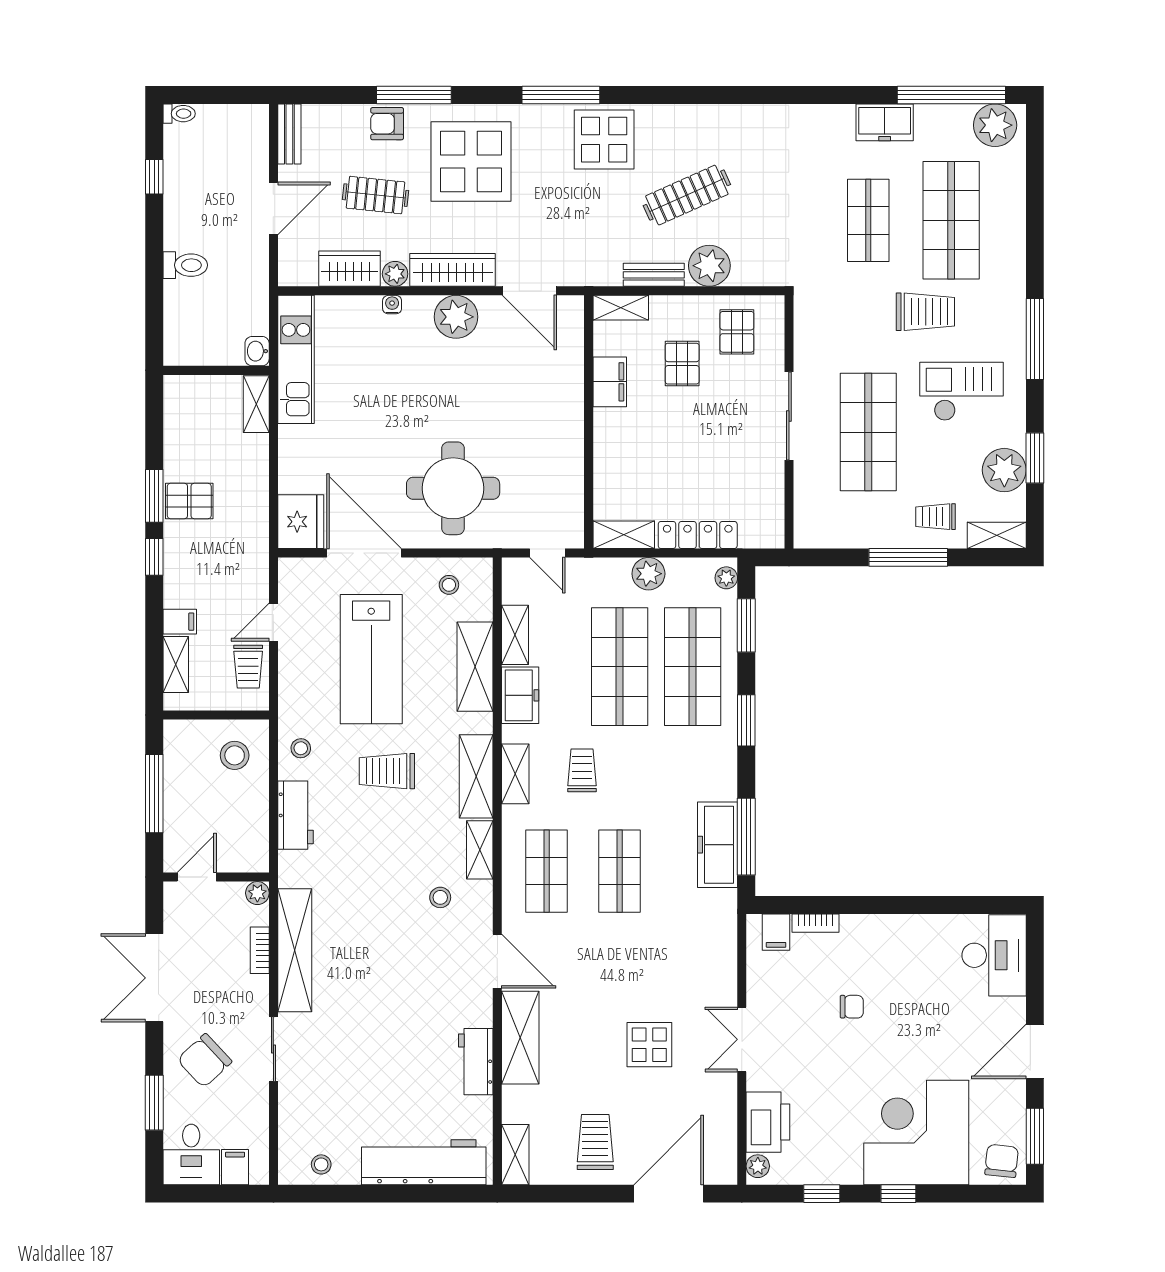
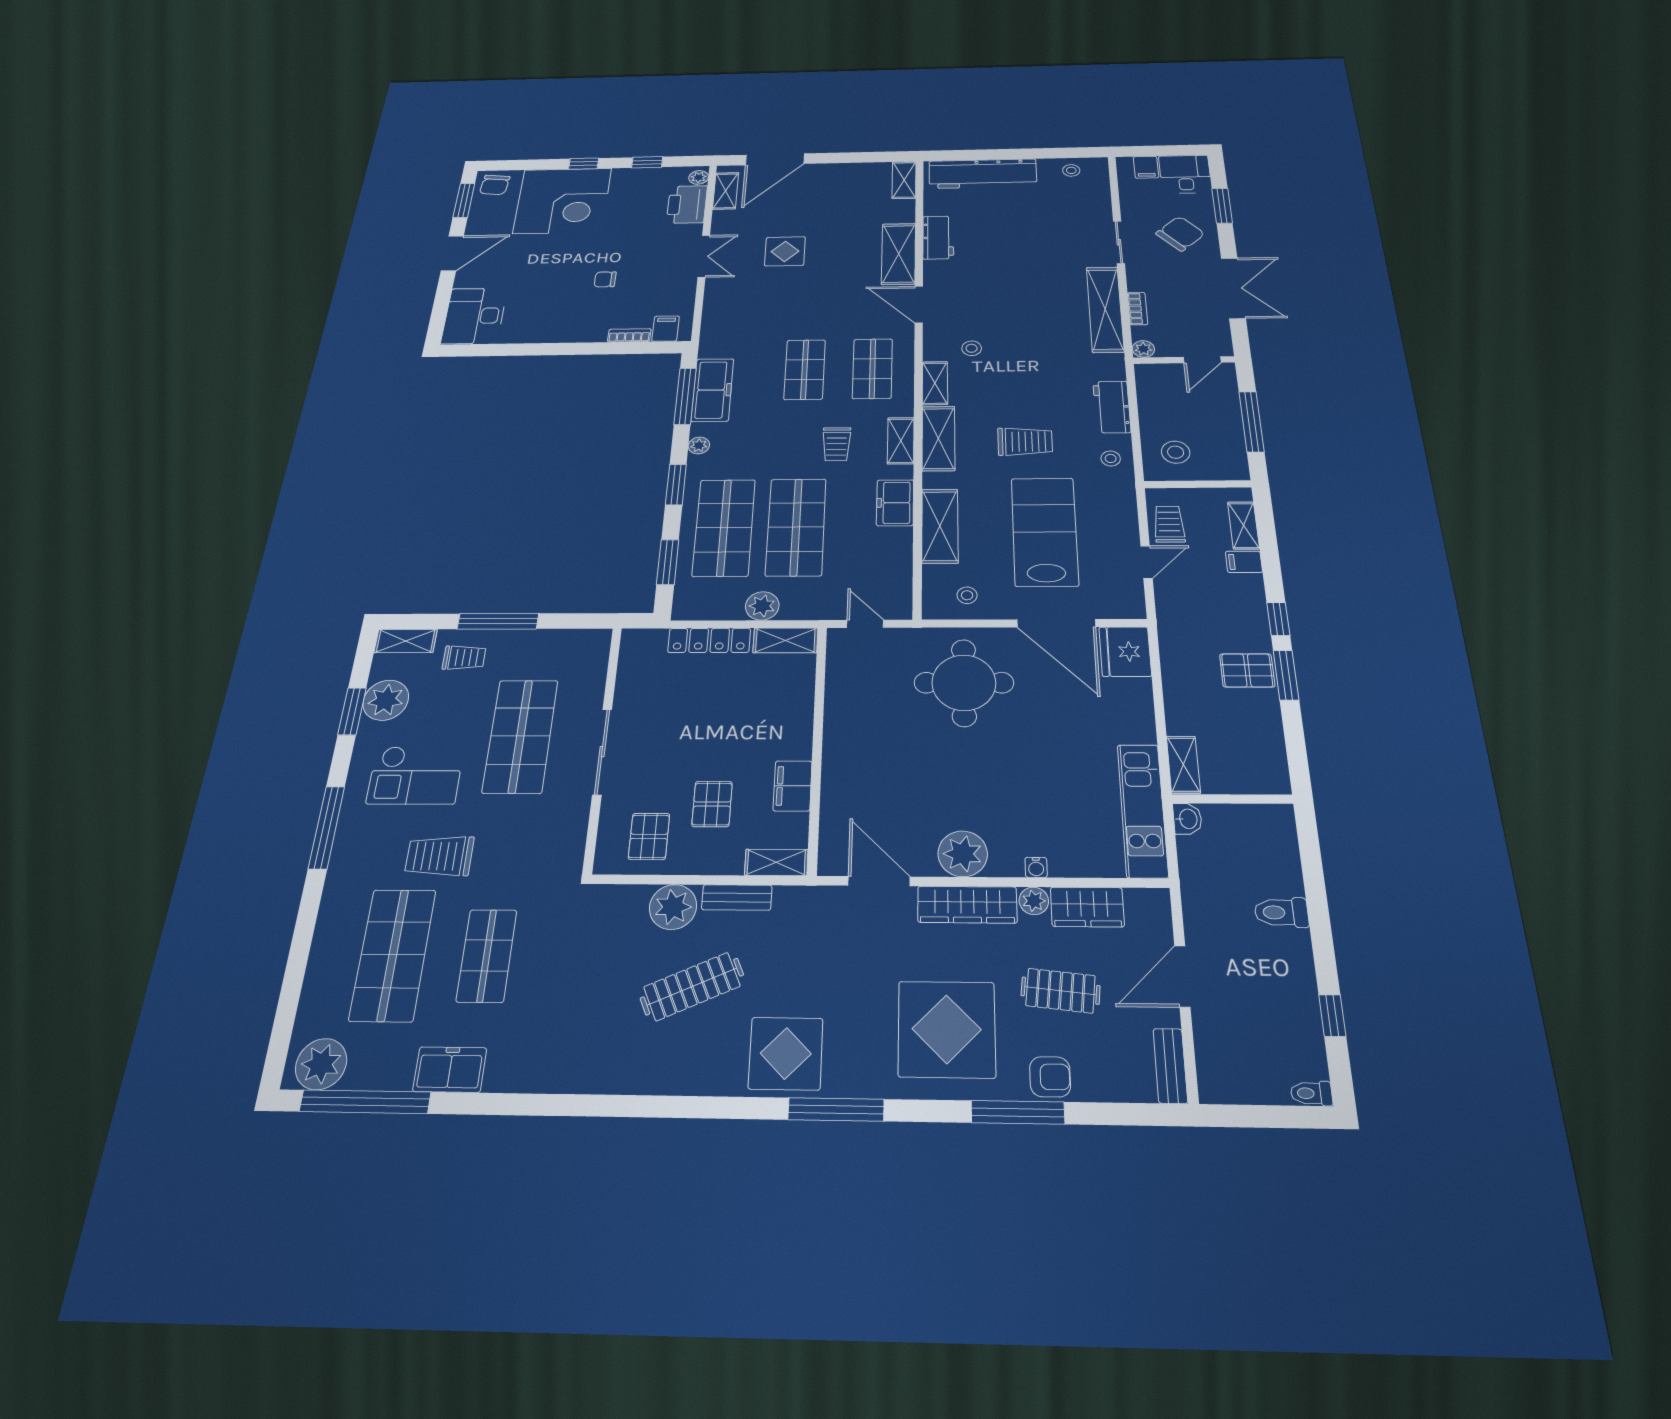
plant: (726, 578) -> (699, 445), moved
shelving: (515, 635) -> (726, 191), moved
trolley: (595, 1142) -> (835, 189), removed

